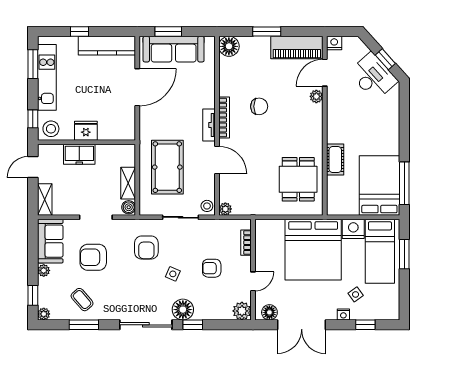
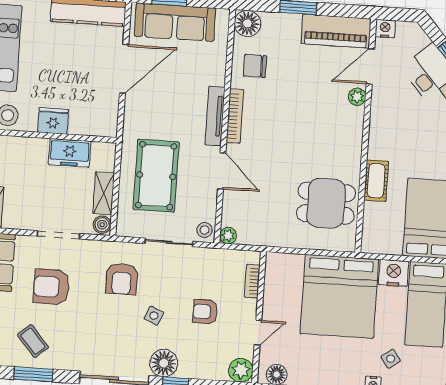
chair: (259, 106) -> (255, 66), moved, turned 180
tv unit: (209, 125) -> (215, 116), width x1.41
freezer: (79, 154) -> (70, 153), moved
dining table: (298, 179) -> (326, 203), turned 90

